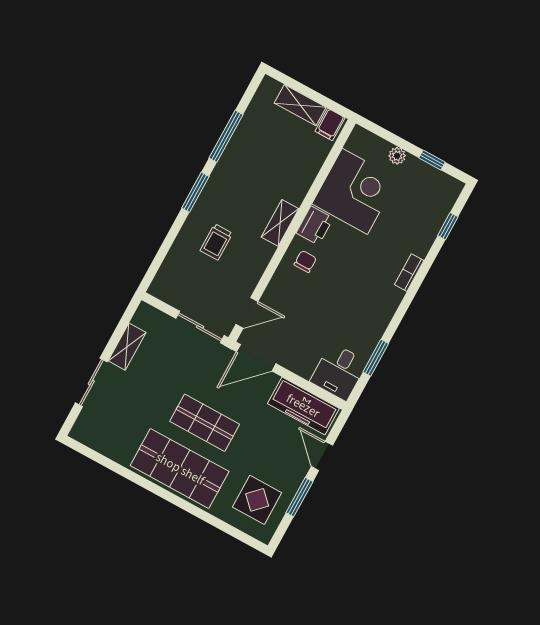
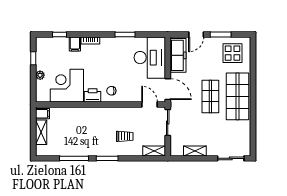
shelving: (280, 223) -> (154, 151), moved
filing cabinet: (418, 243) -> (75, 44), added
window: (376, 358) -> (125, 34), moved
desk: (339, 372) -> (150, 58), width x1.87, depth x1.30
sliding door: (91, 382) -> (231, 158), moved

